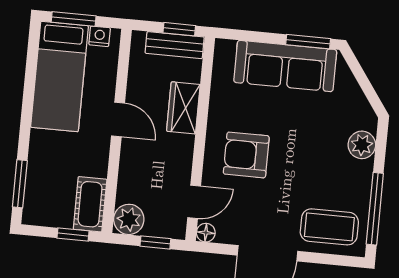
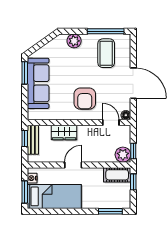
coffee table: (329, 227) -> (106, 53), moved
window: (155, 242) -> (133, 151), moved

